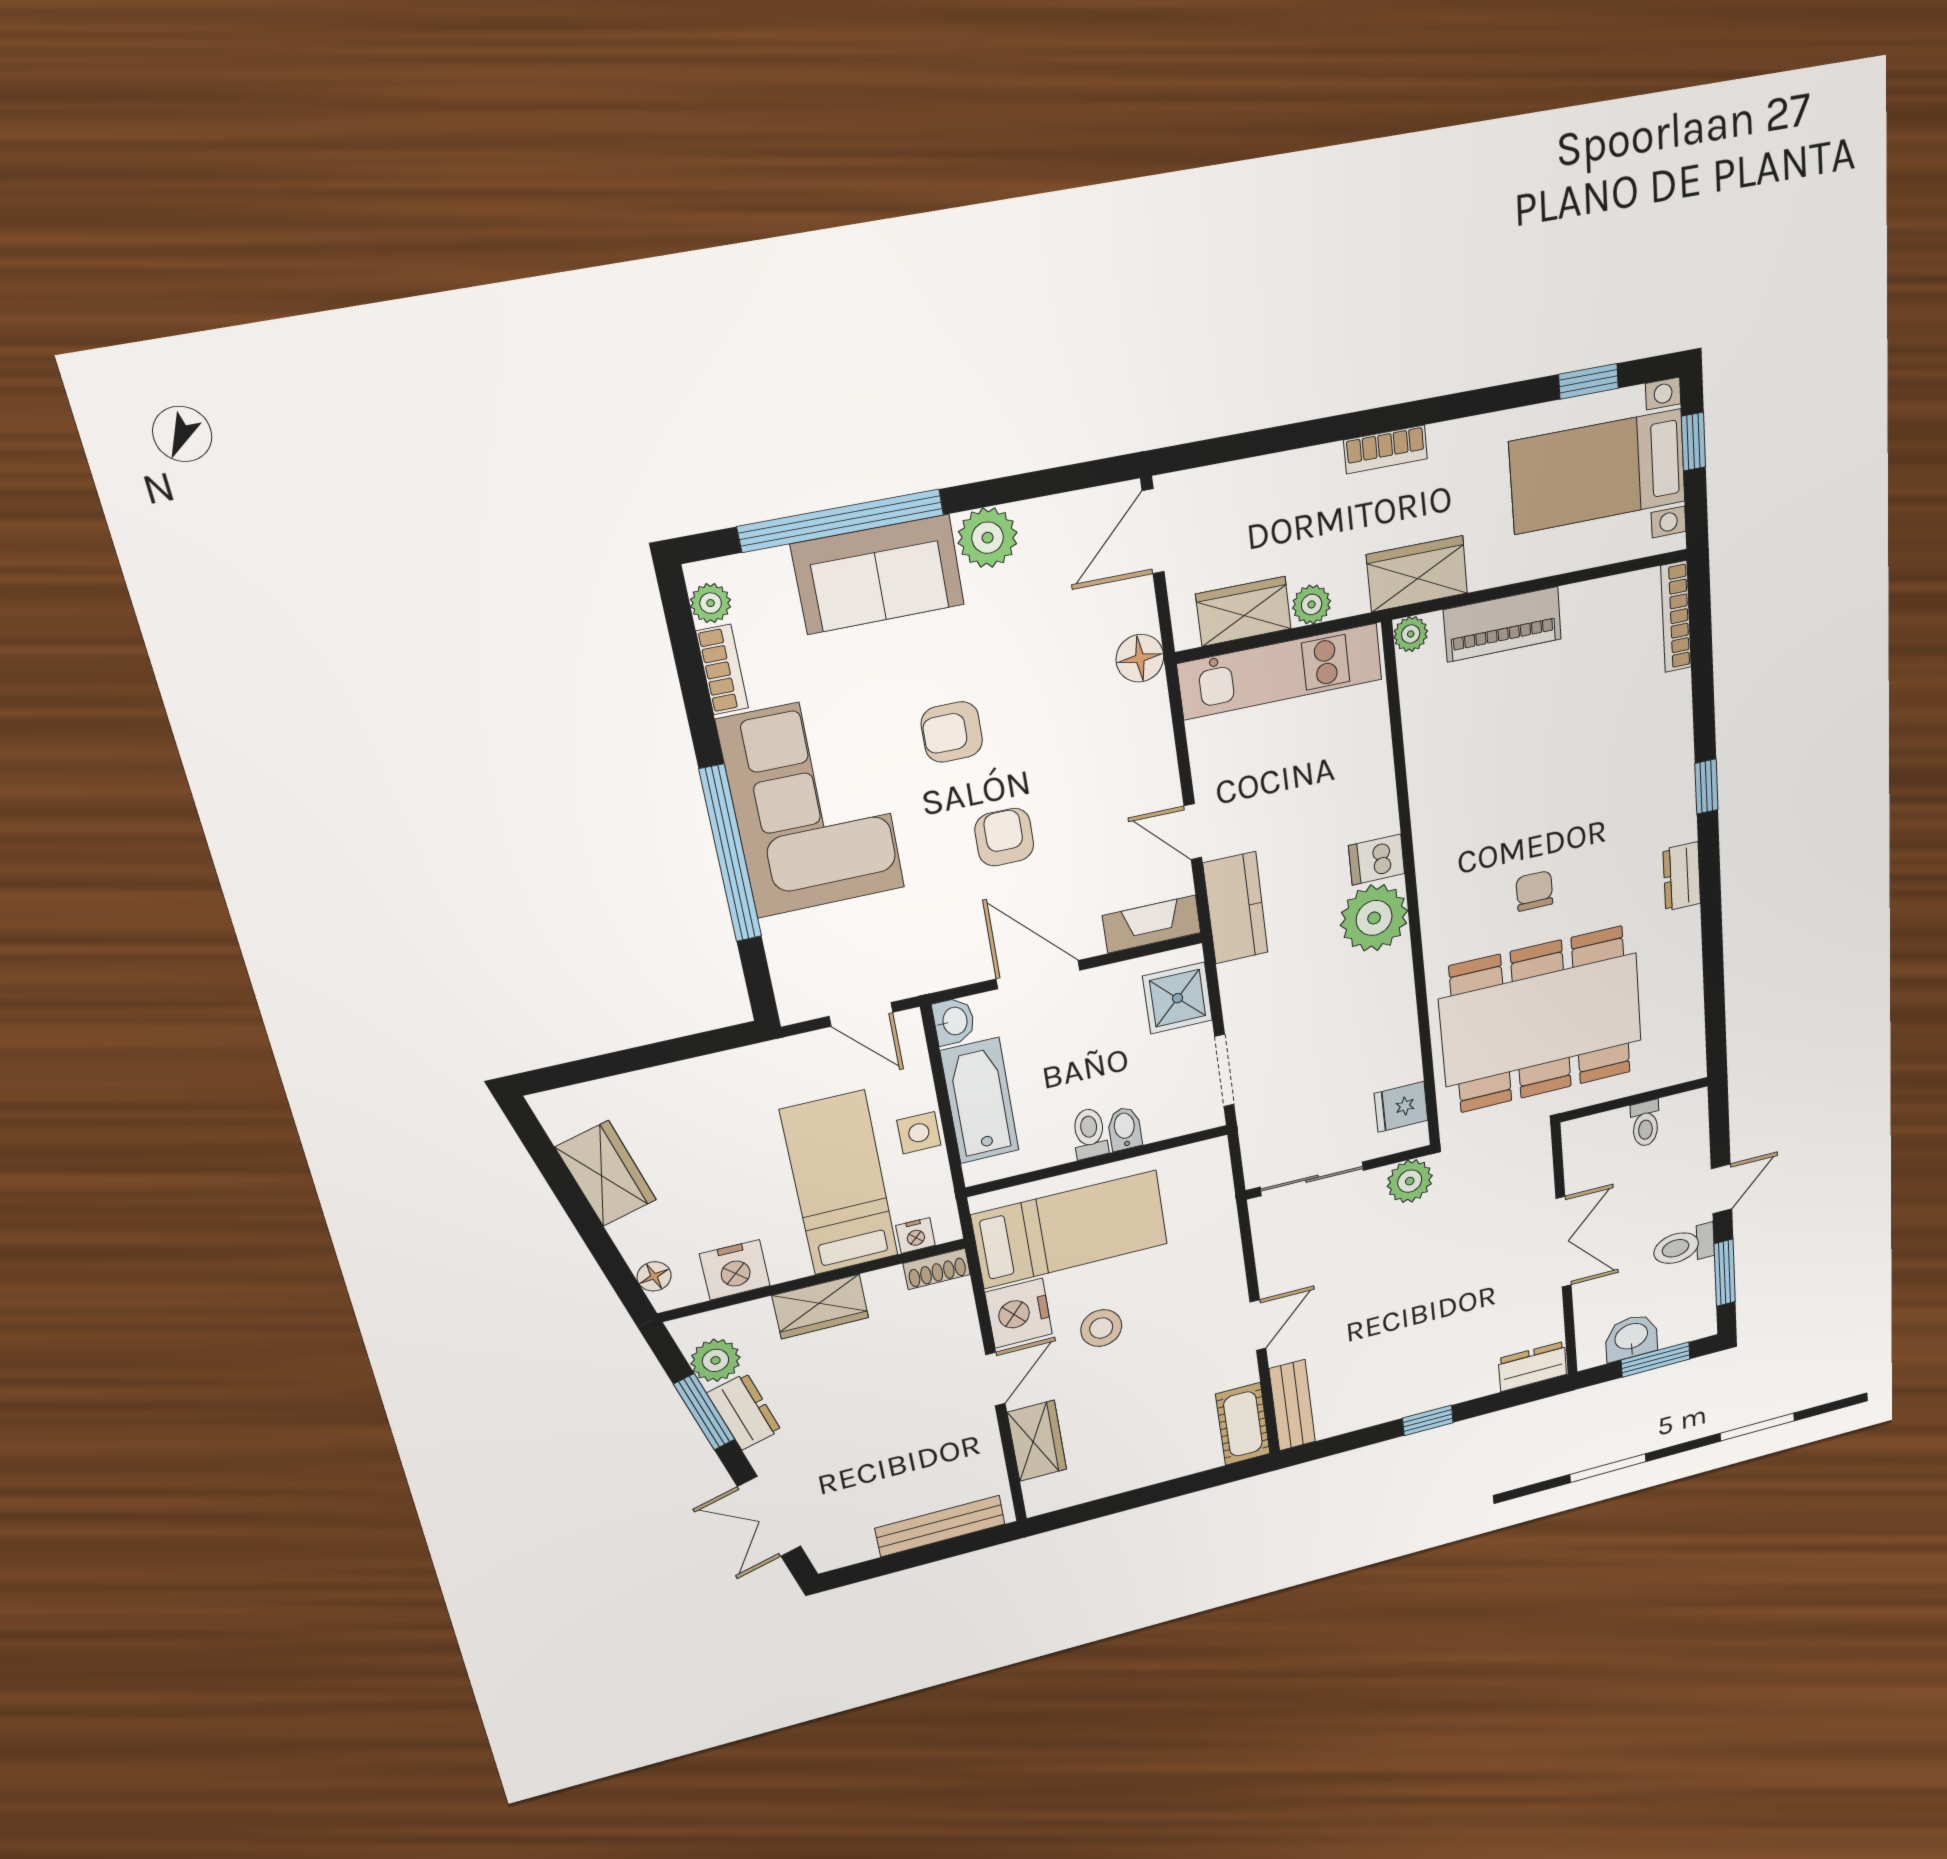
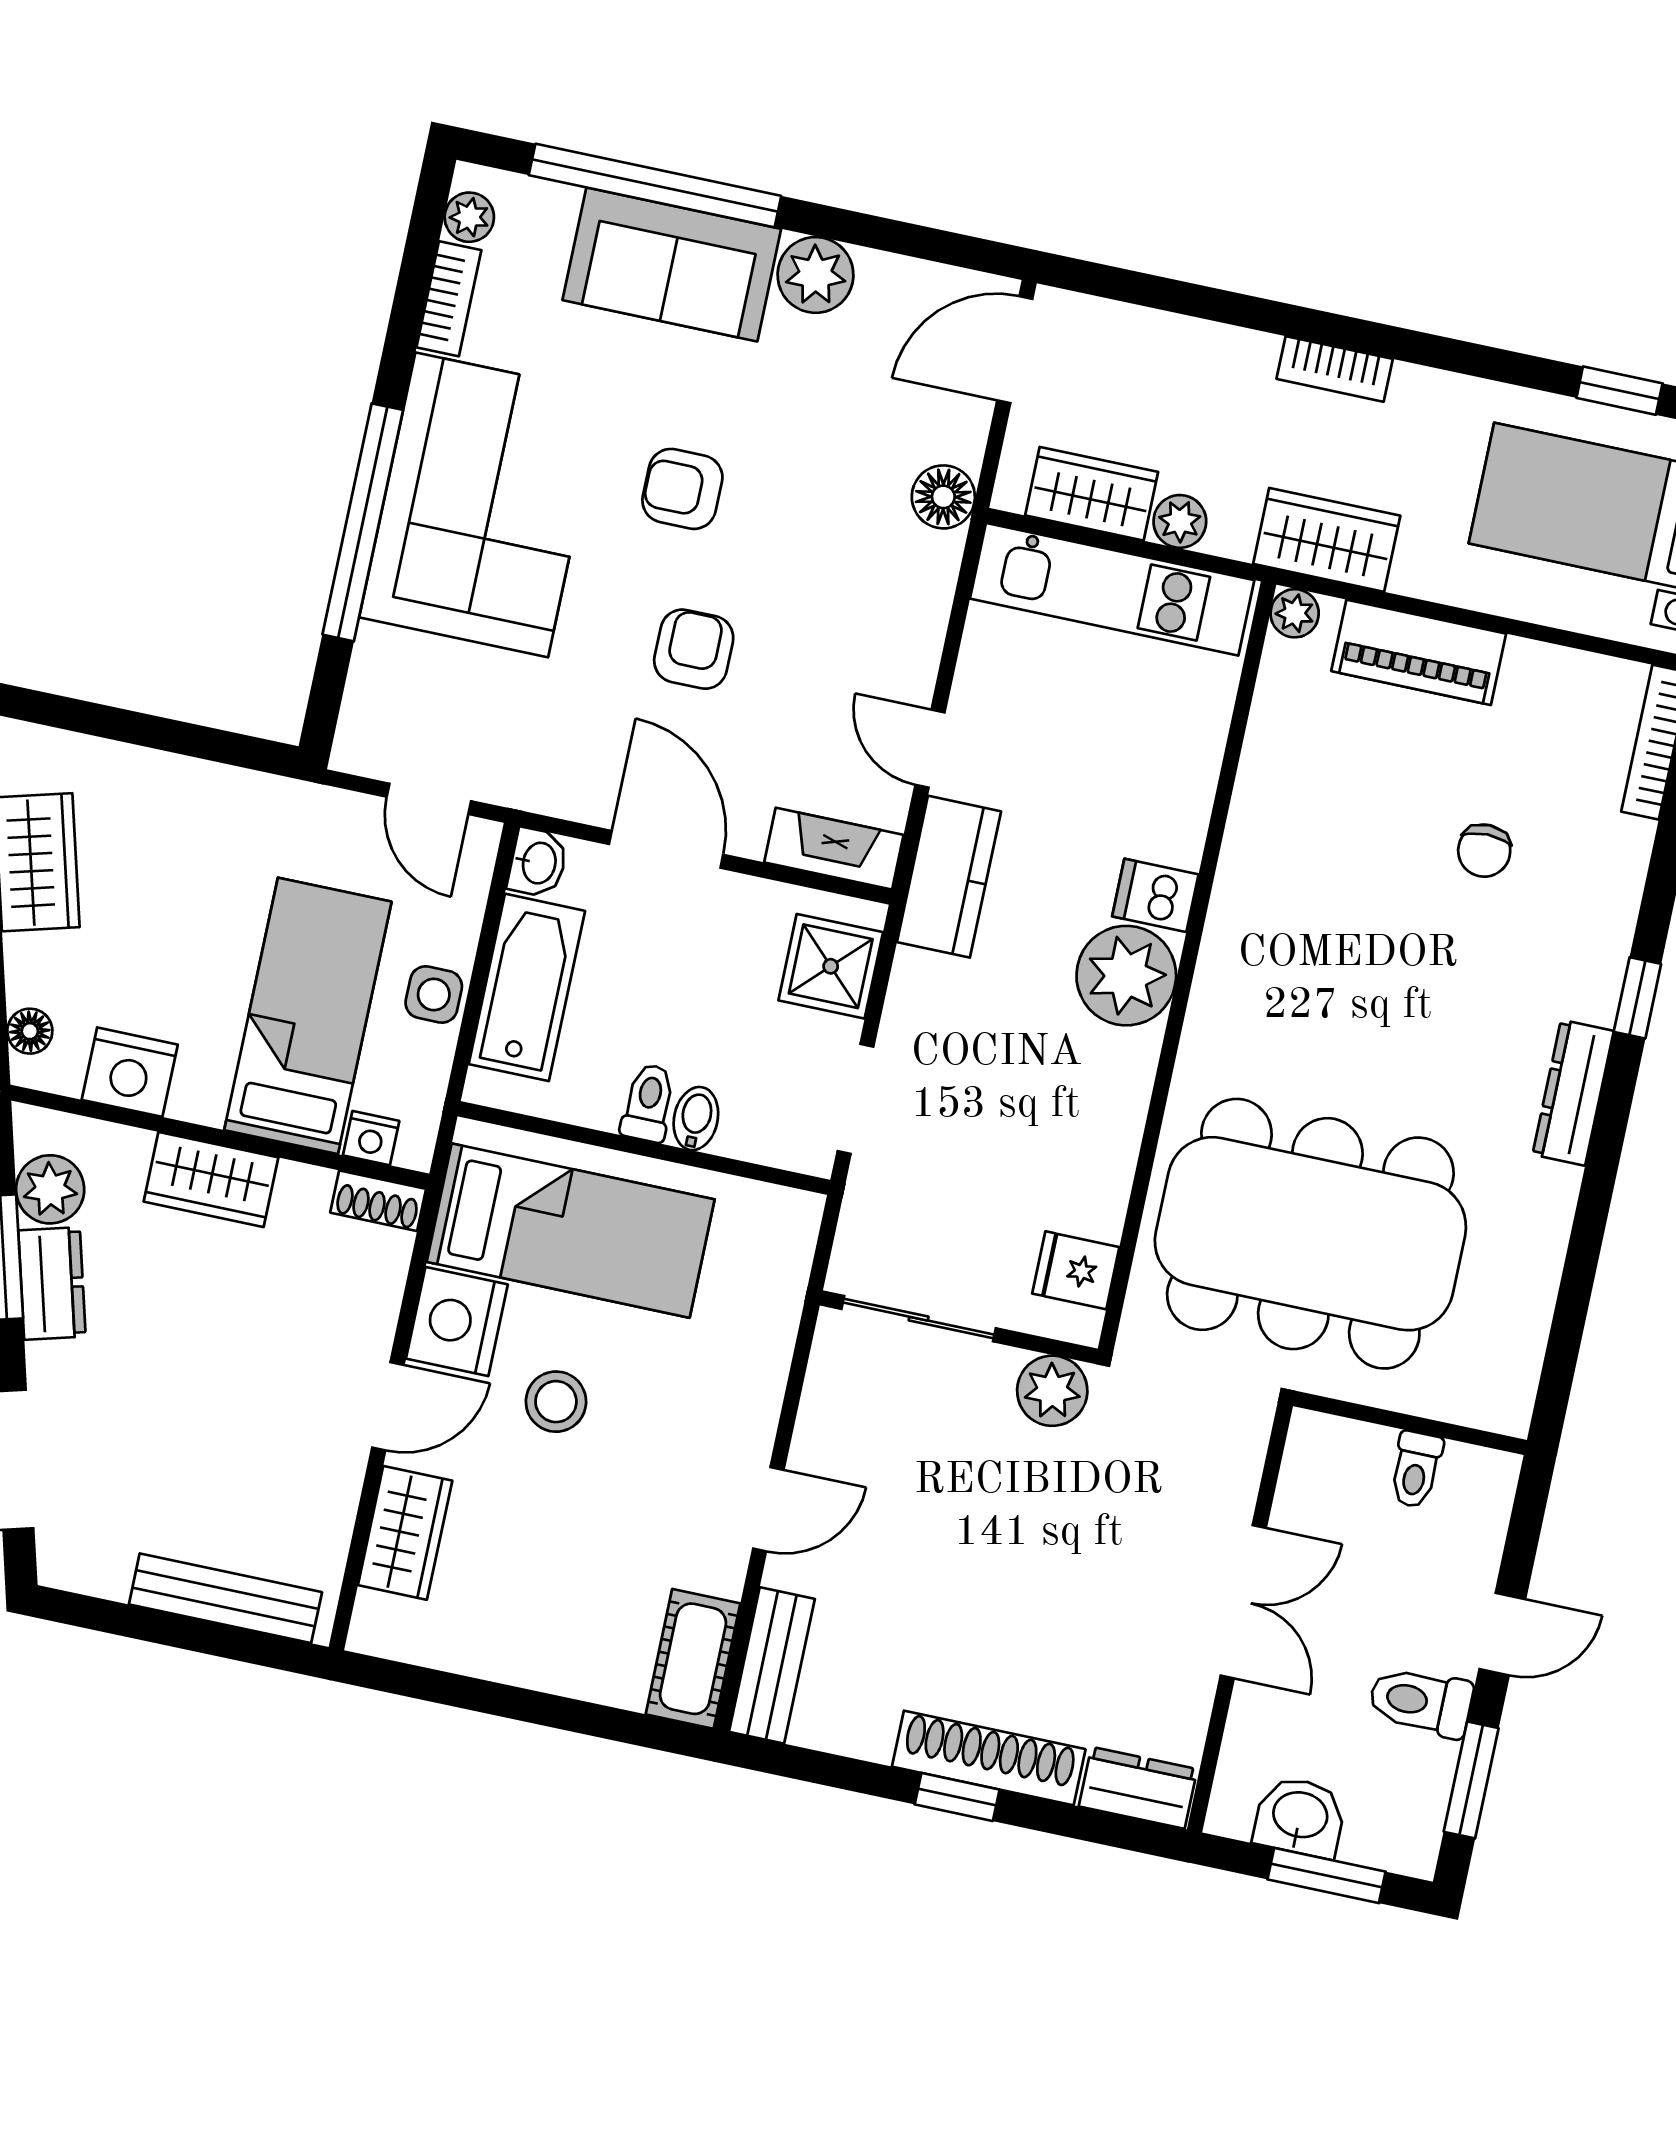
dresser: (1682, 876) -> (1573, 1093), width x1.44
chair: (1534, 891) -> (1484, 851), moved, turned 180
shoe rack: (1440, 1392) -> (989, 1758), added

